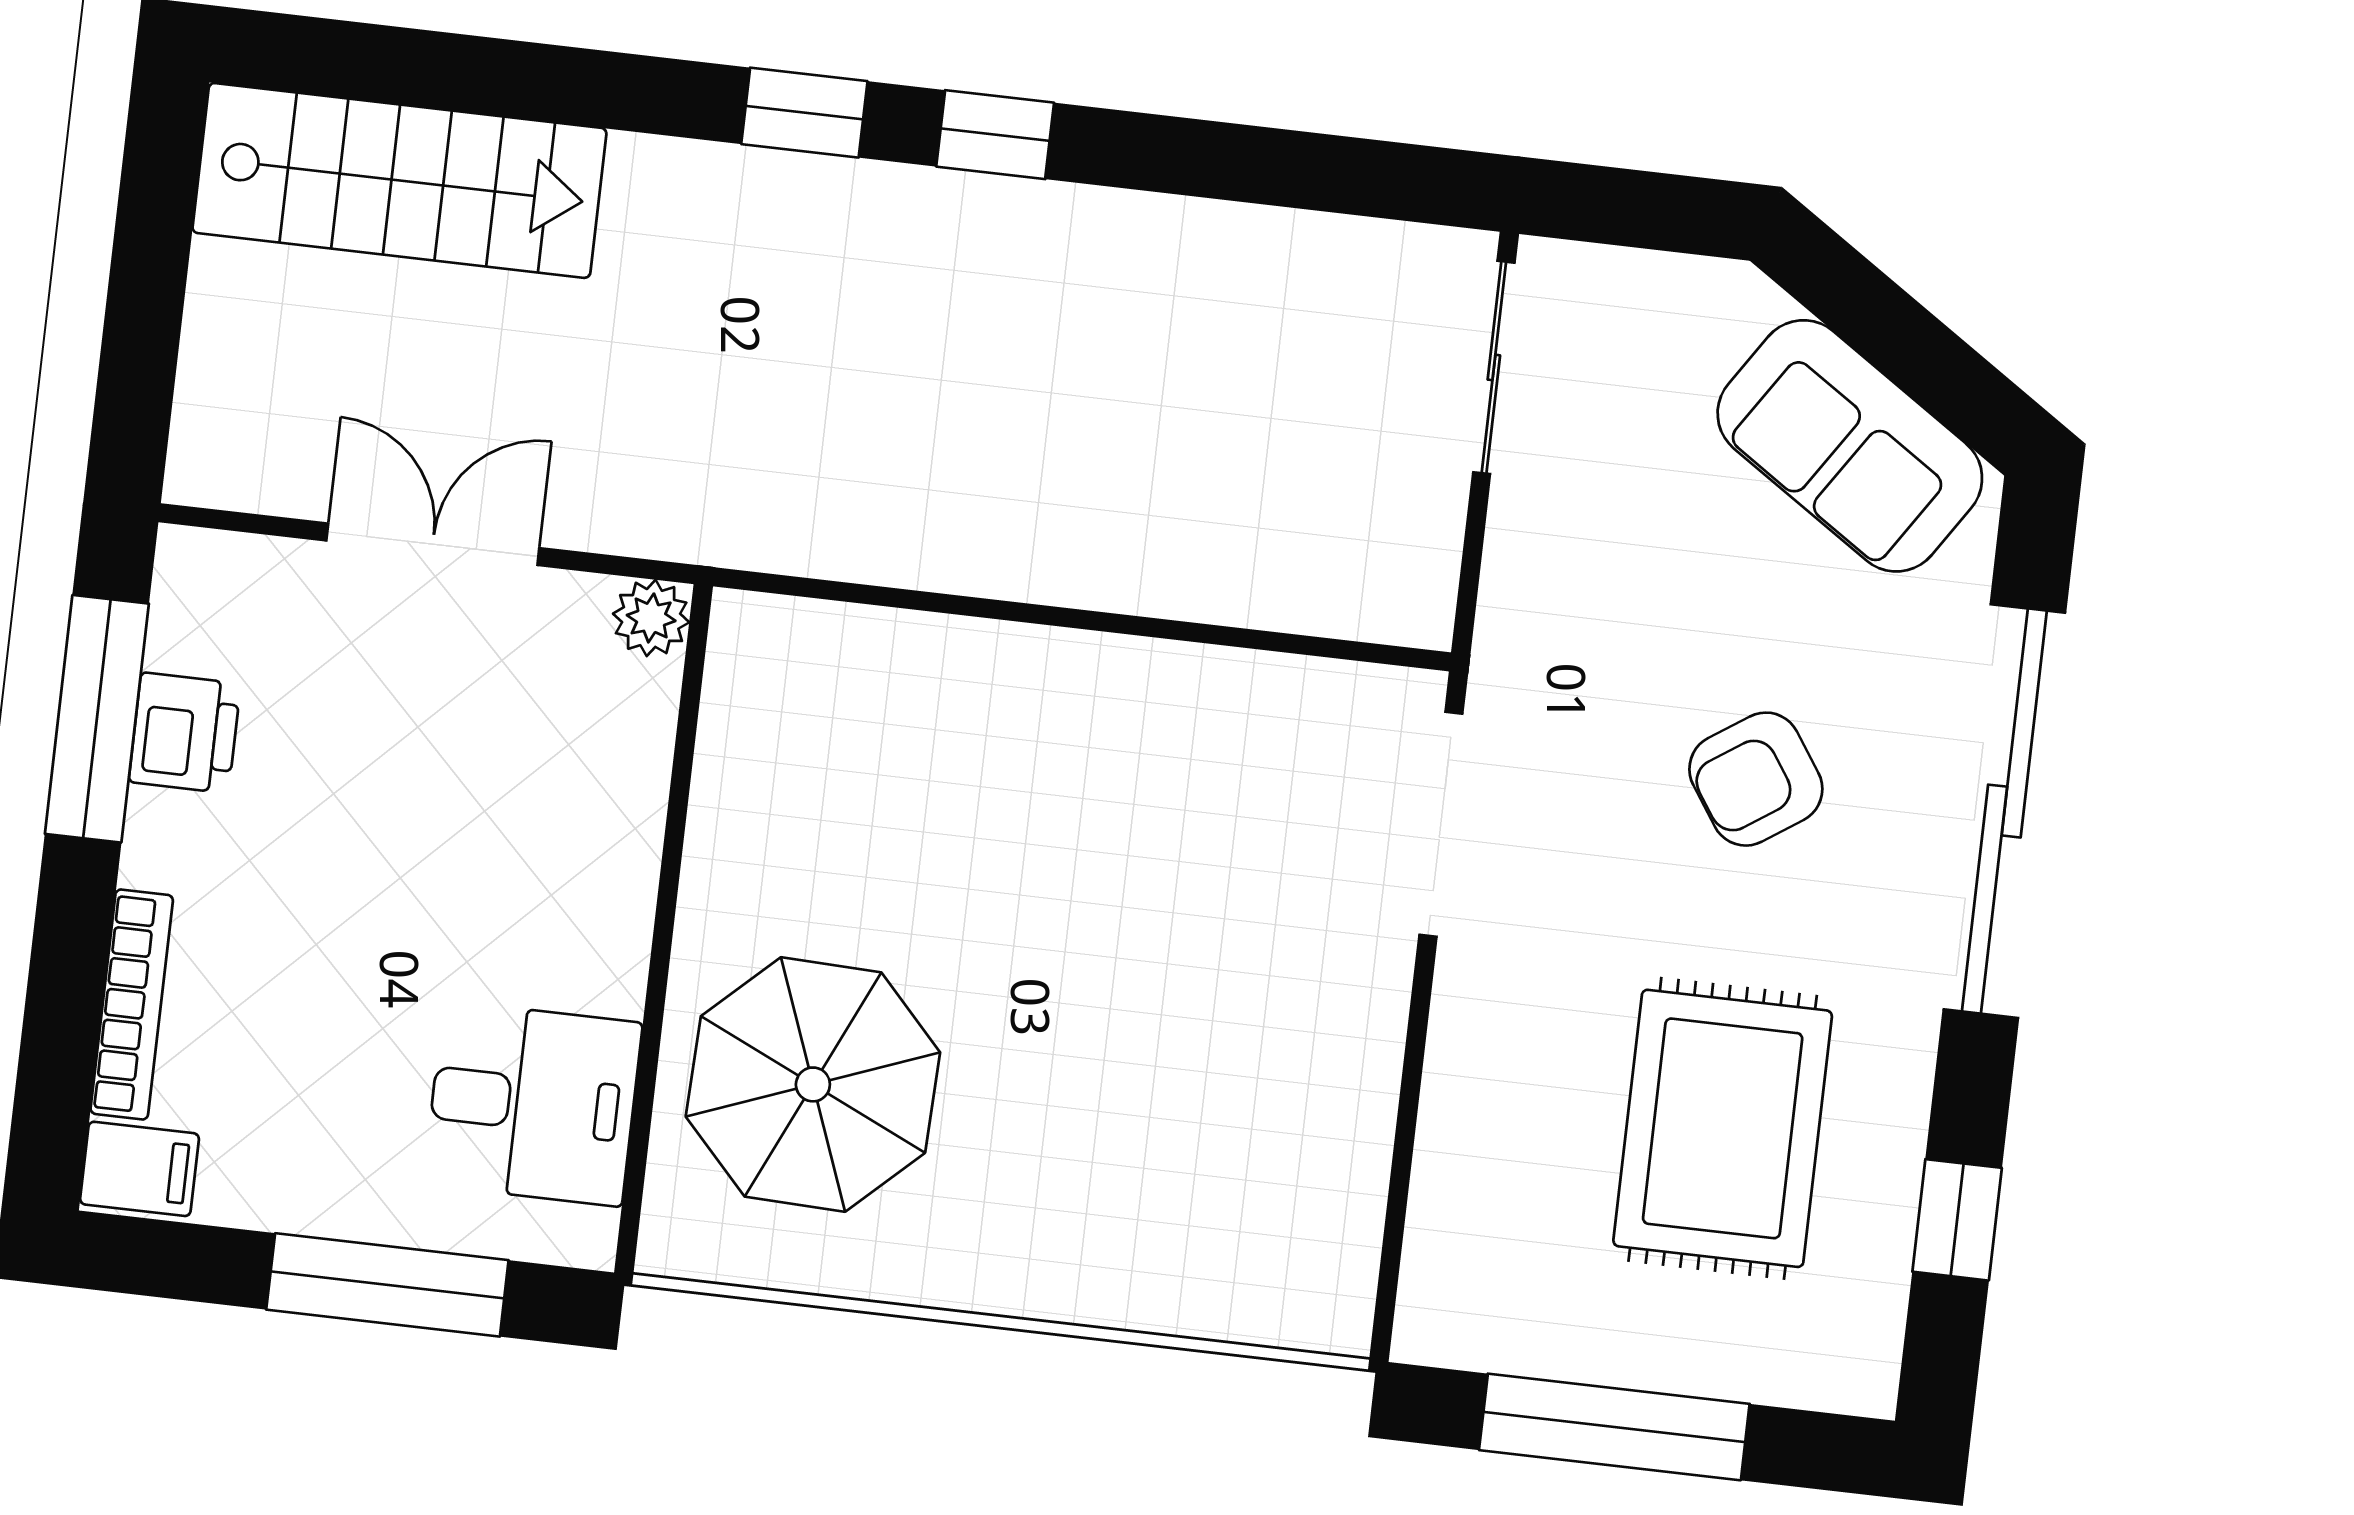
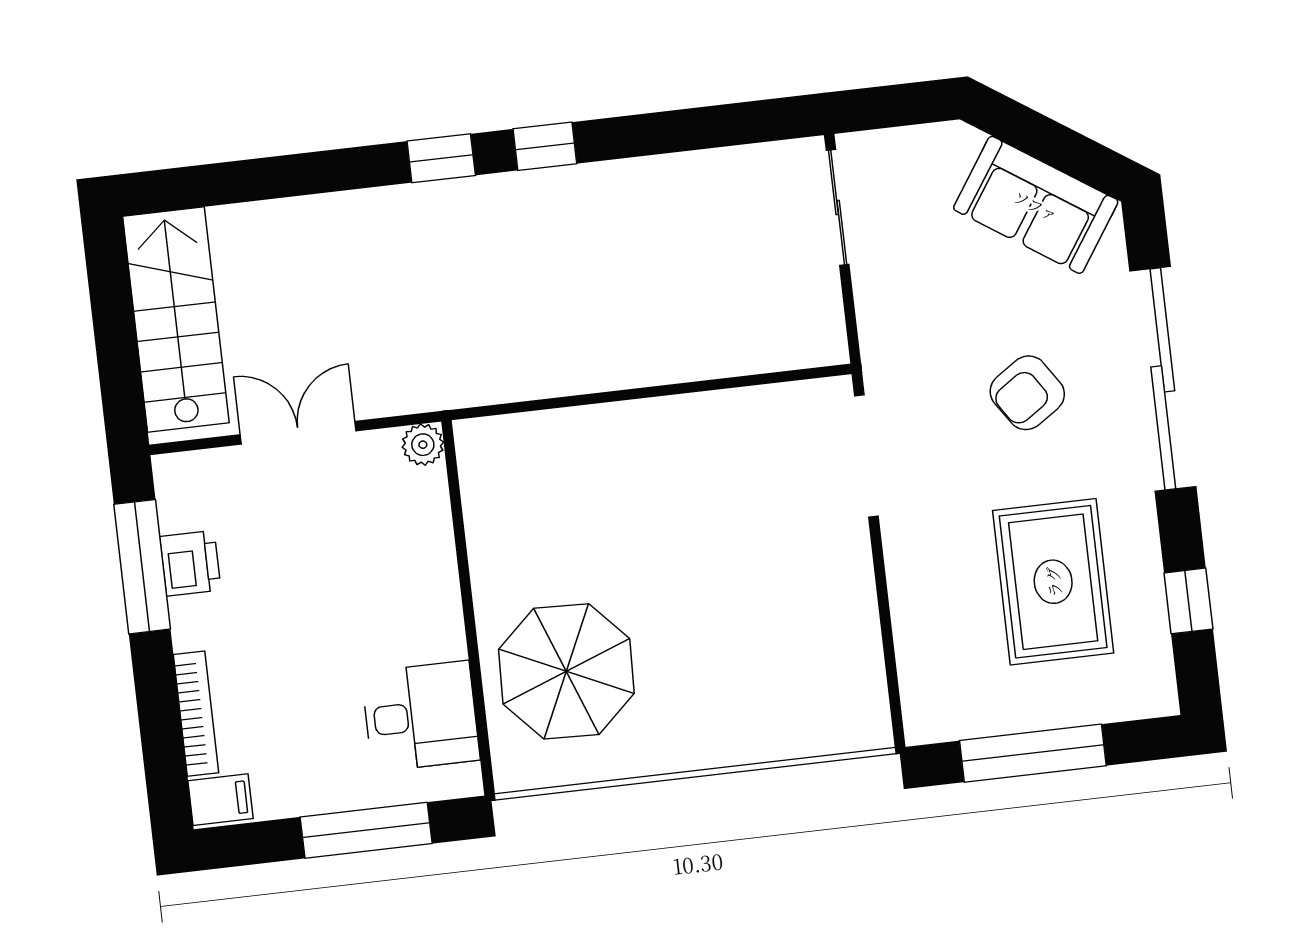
stairs: (399, 180) -> (176, 319), moved, turned -90

